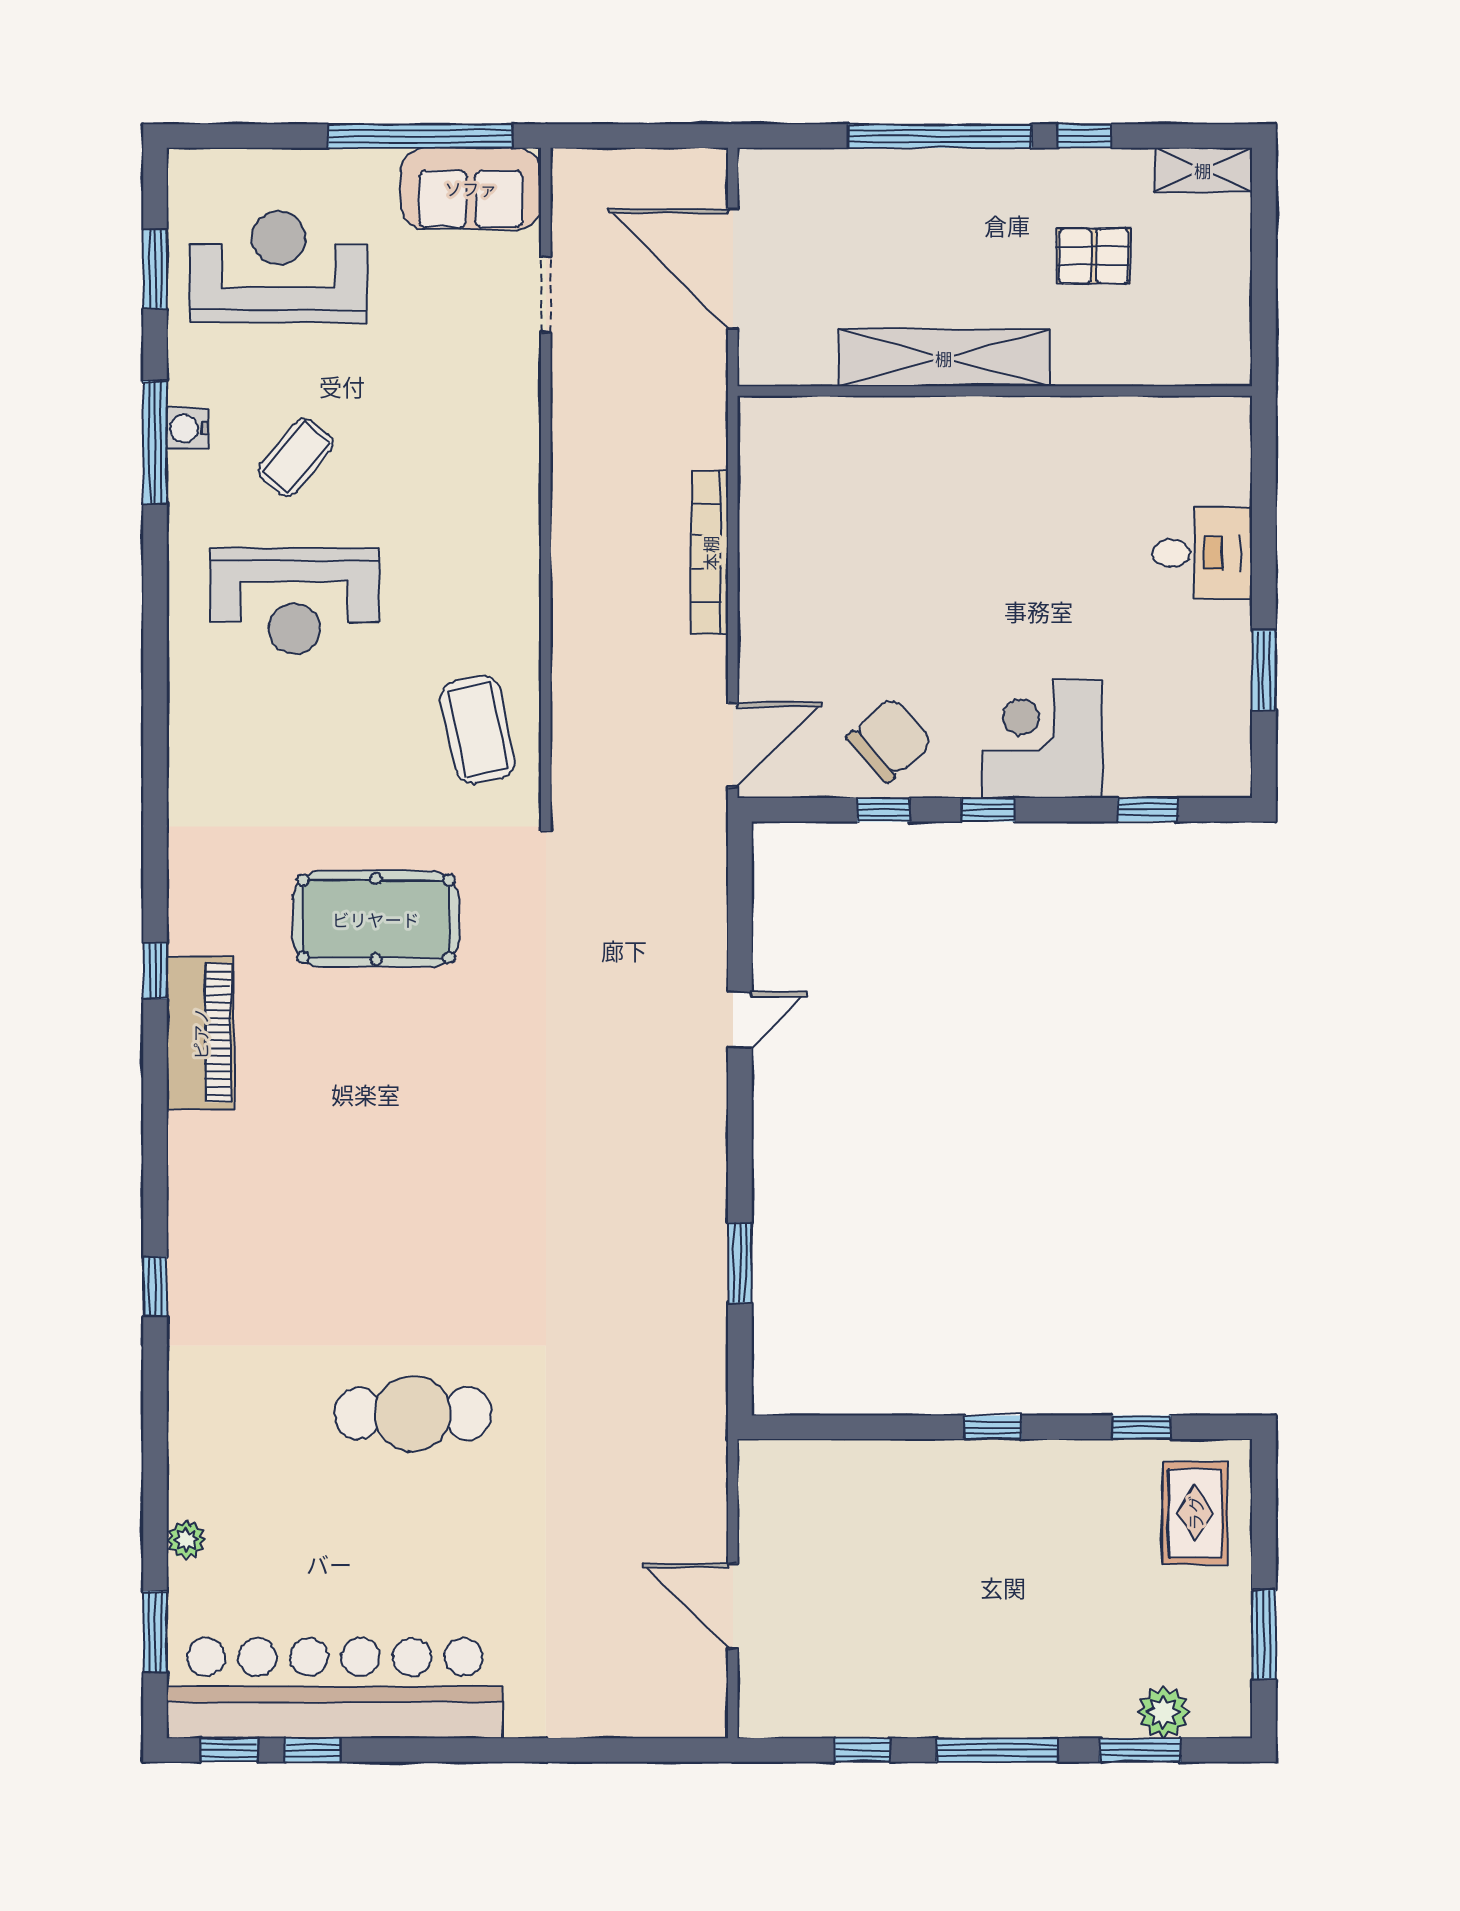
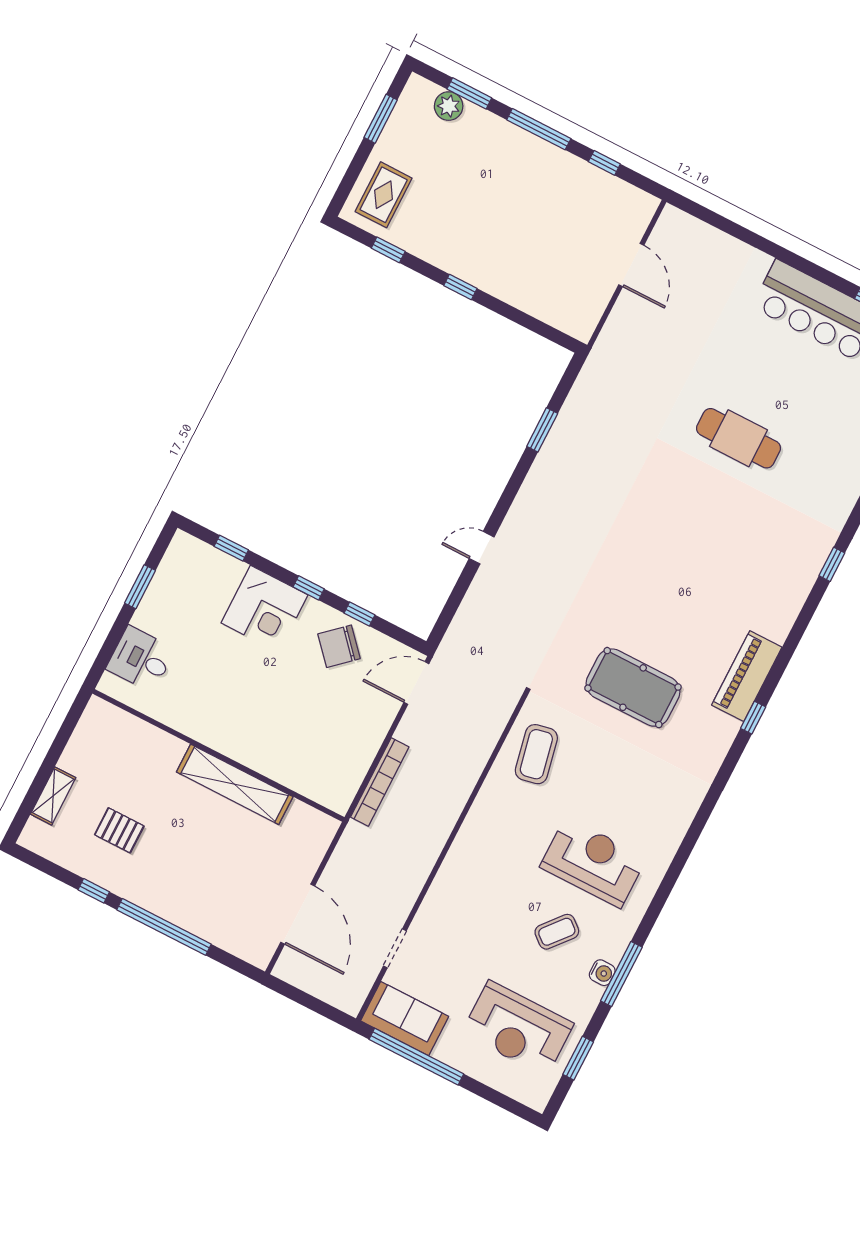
shelving: (1203, 170) -> (53, 796), moved, turned 90
shelving: (944, 358) -> (235, 784), moved
wall: (995, 391) -> (218, 755), moved

